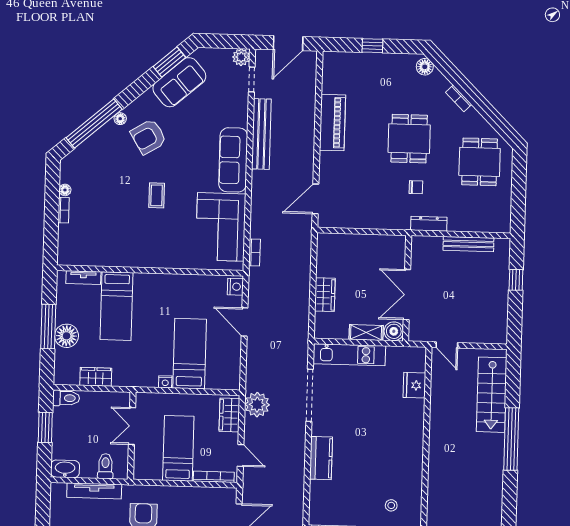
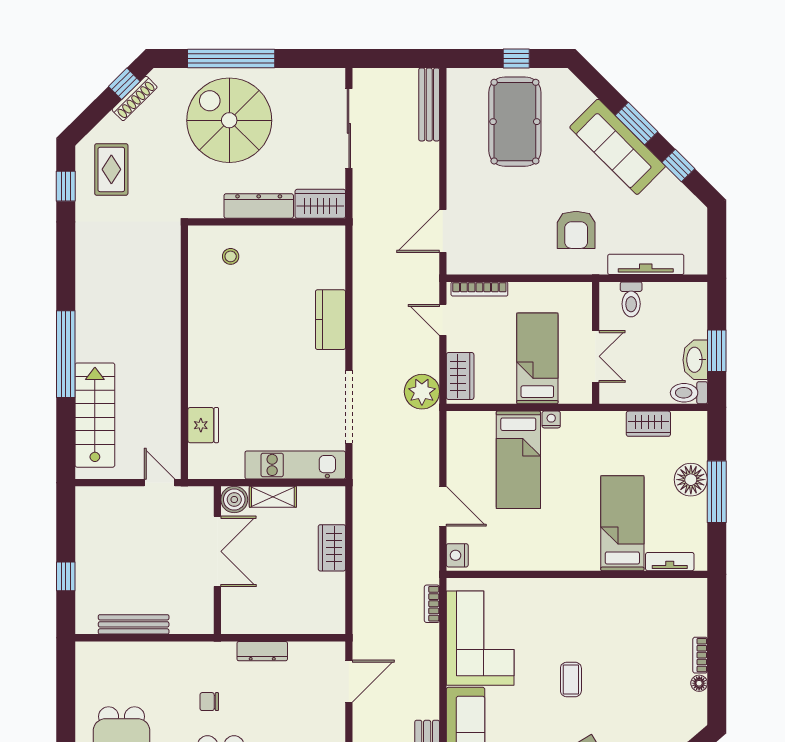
dresser: (429, 224) -> (262, 651), moved
bed: (178, 448) -> (537, 358), moved, turned 180
washbasin: (65, 469) -> (695, 360), moved, turned 90

